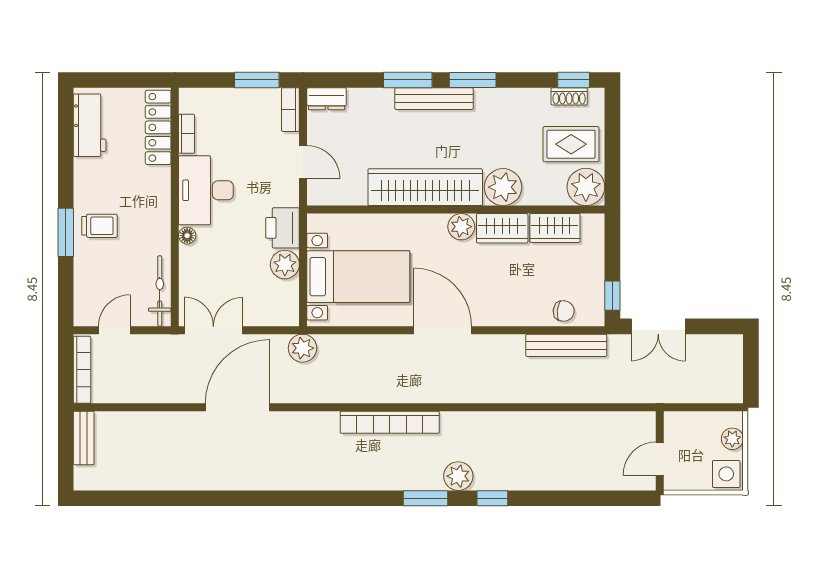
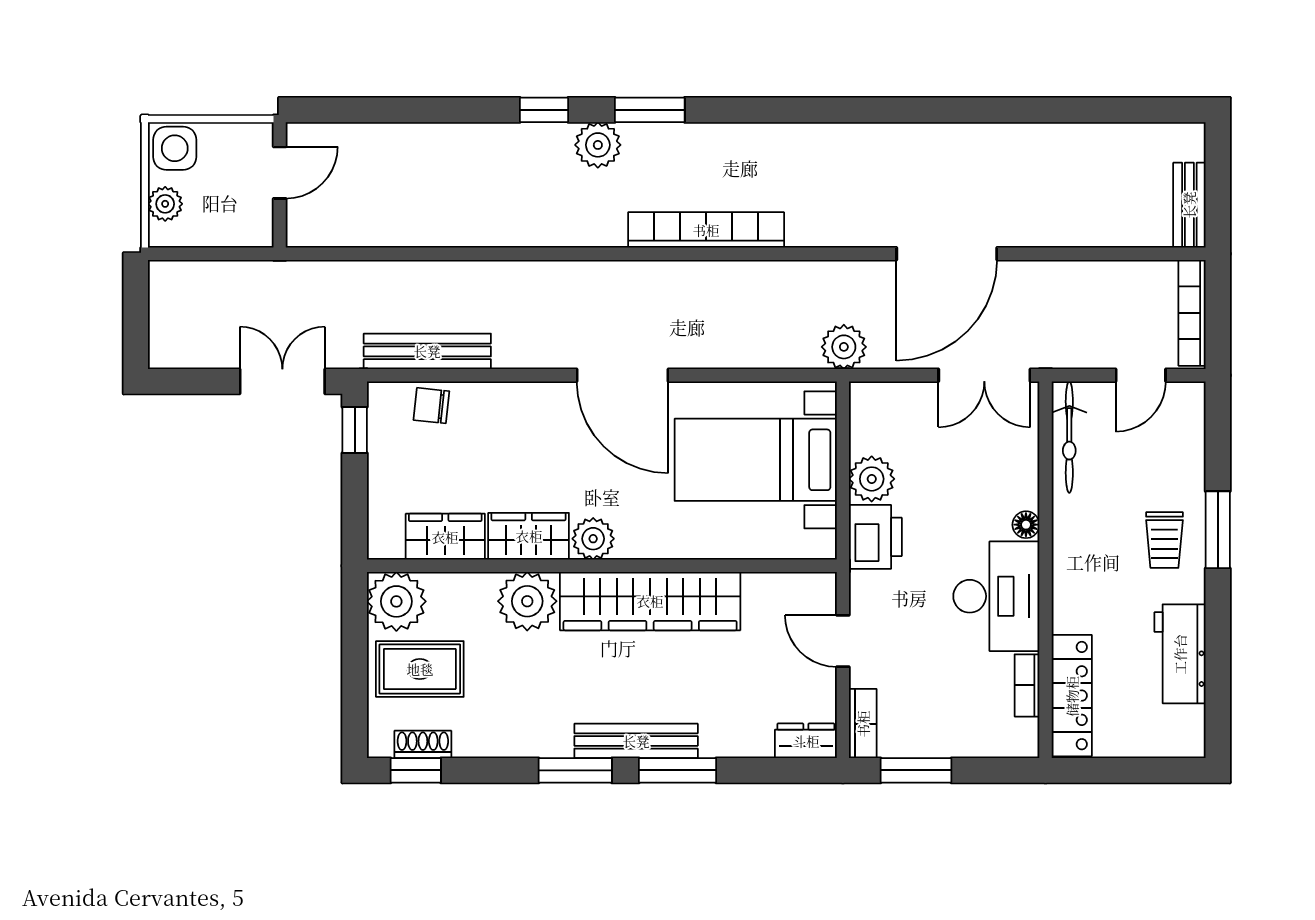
workbench: (90, 125) -> (1180, 654), moved
trolley: (99, 226) -> (1164, 540), turned -90

